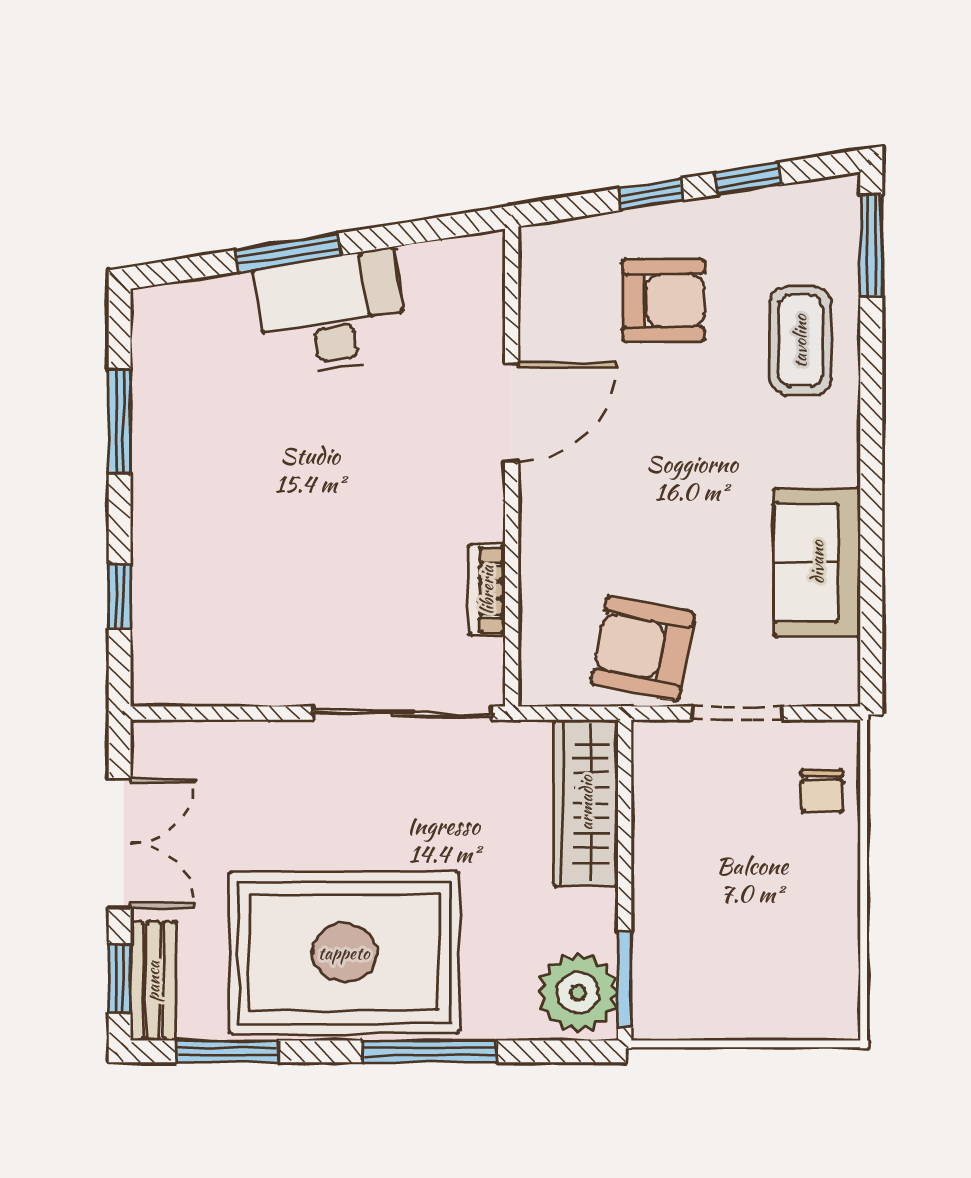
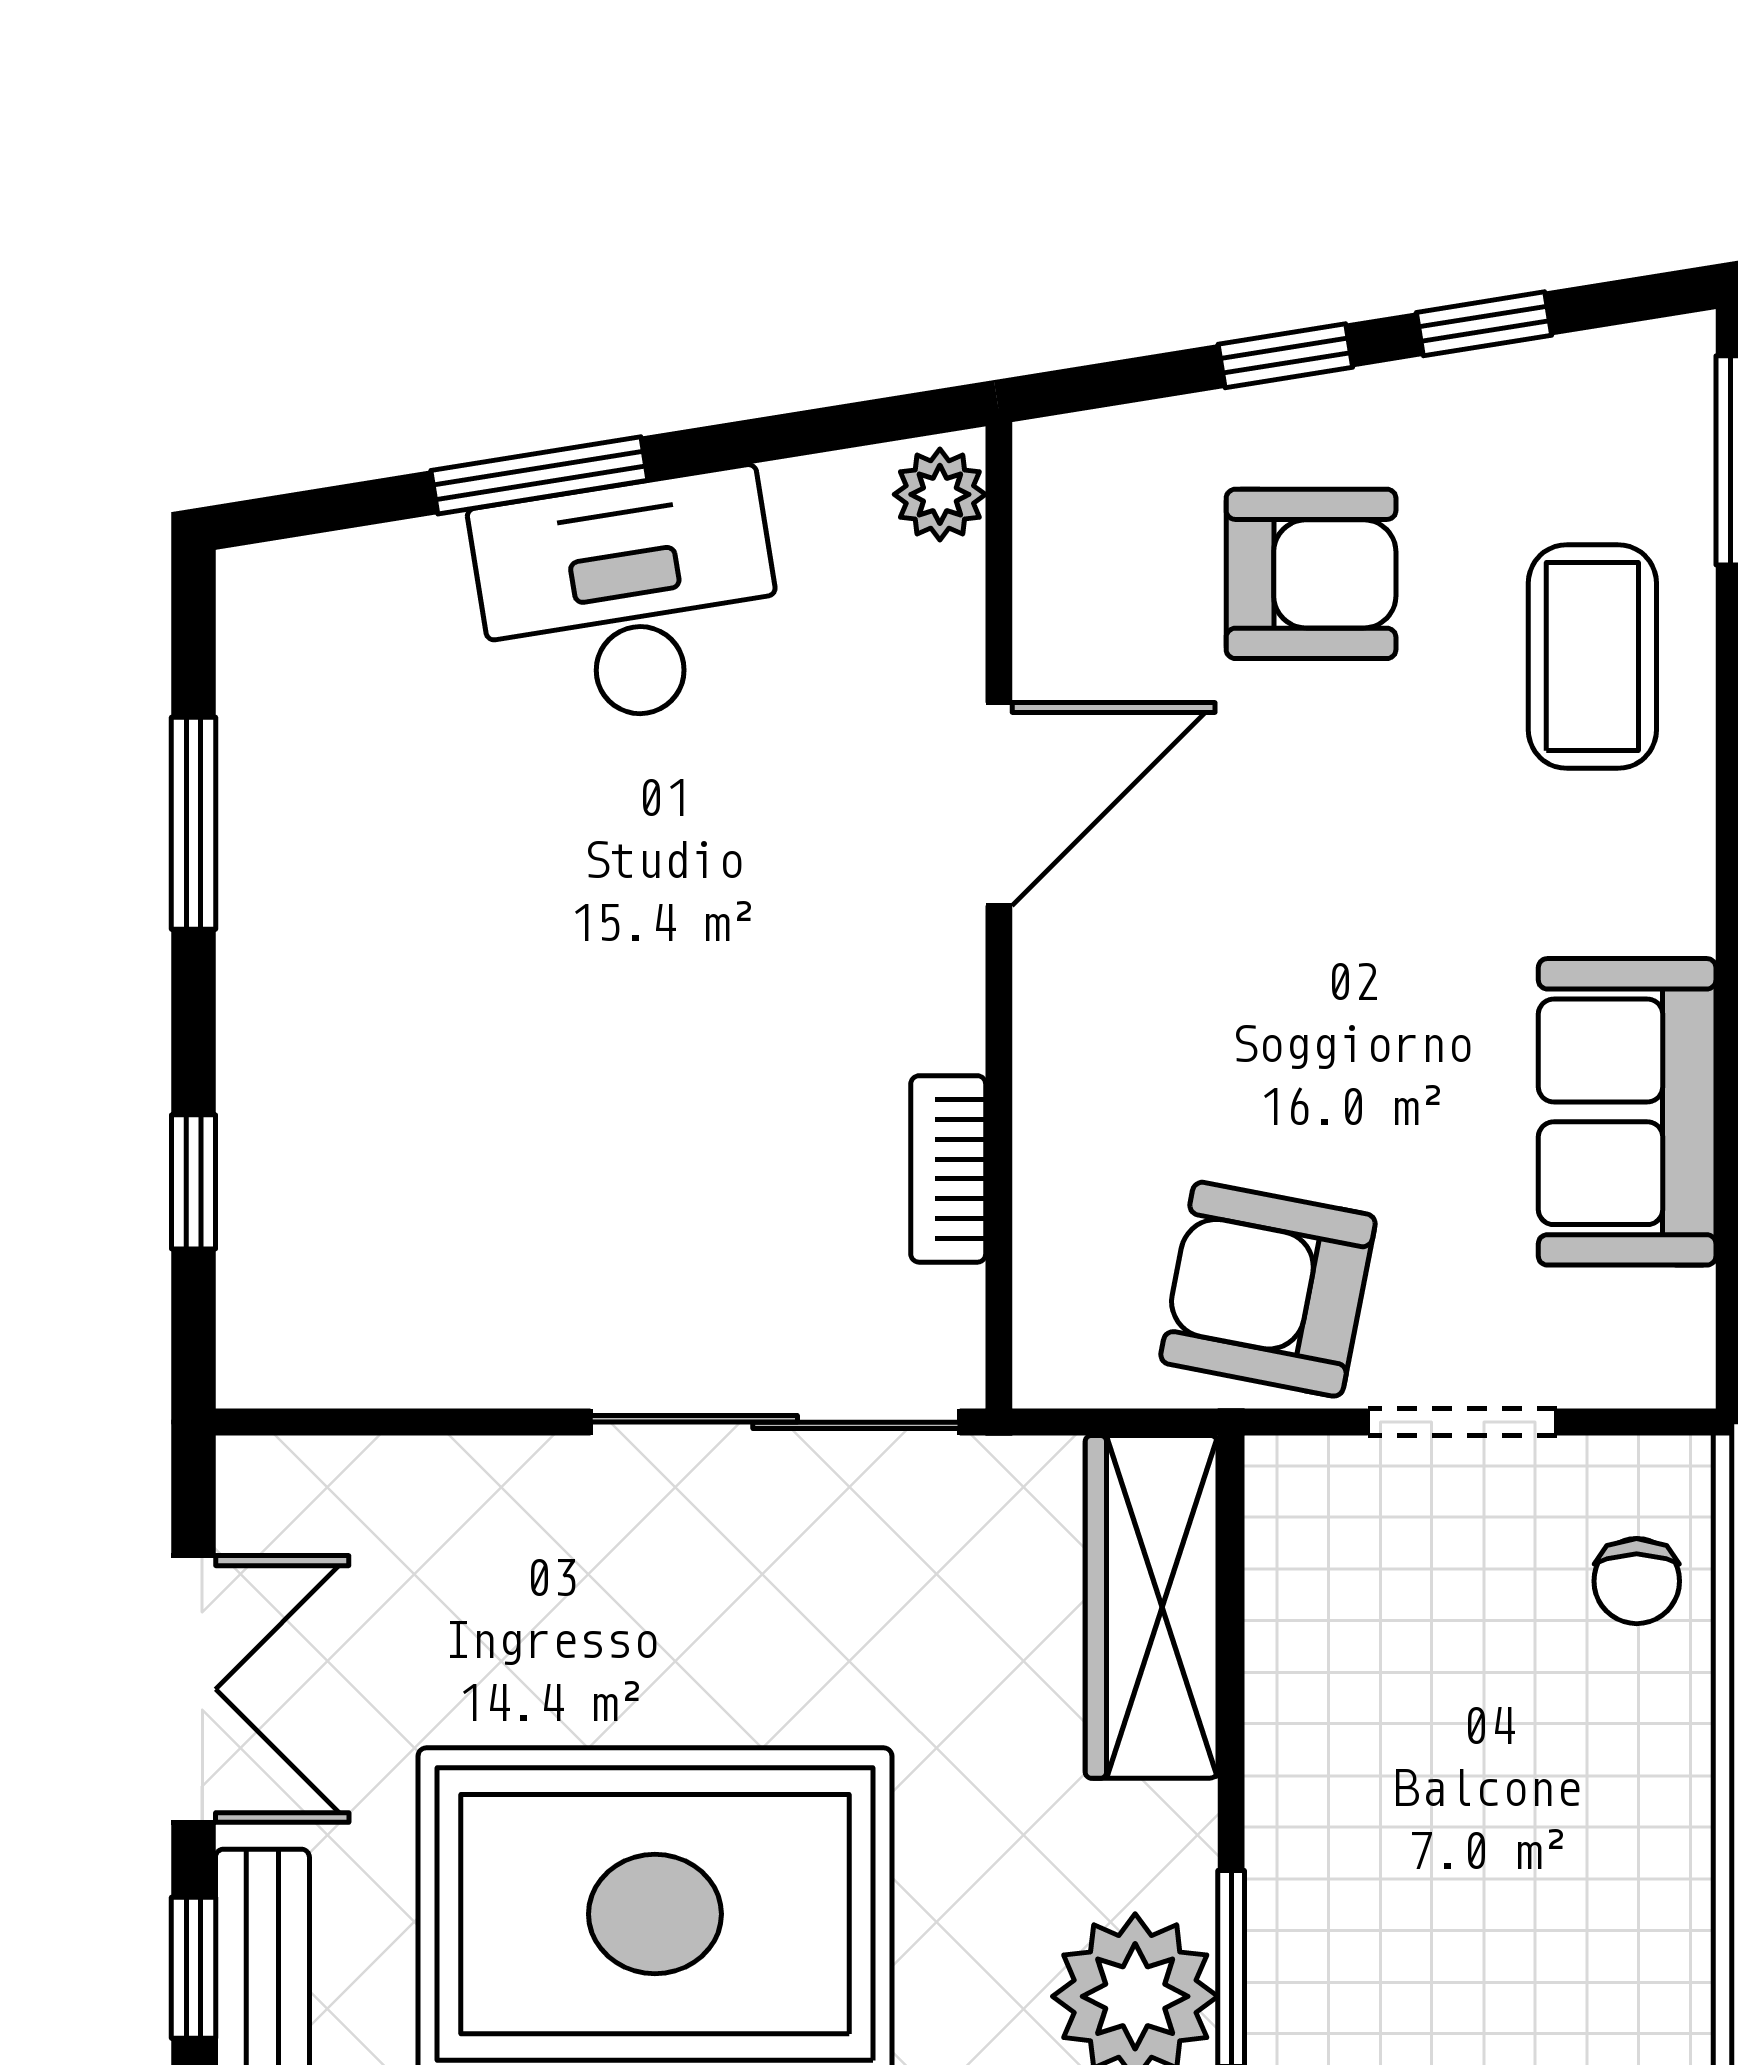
plant: (483, 262) -> (940, 494), added

